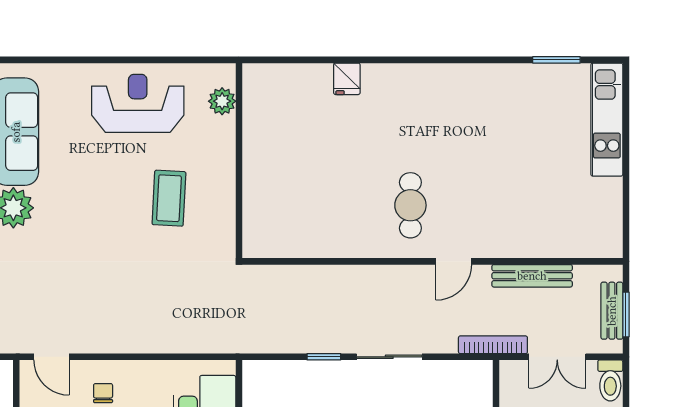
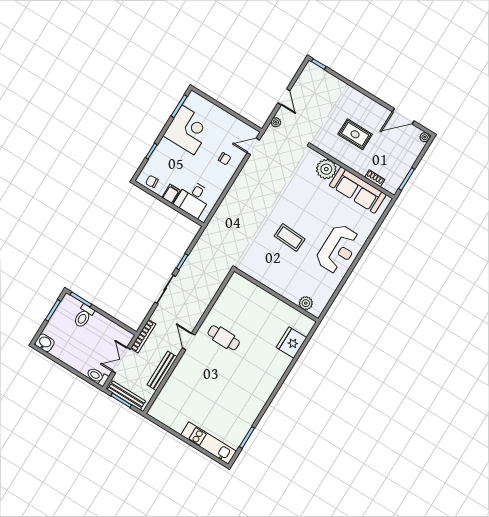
fridge: (347, 79) -> (291, 342), width x1.88, depth x1.34
plant: (222, 101) -> (306, 303), moved
wall: (239, 161) -> (276, 295), moved
bench: (612, 311) -> (126, 395), width x1.36

